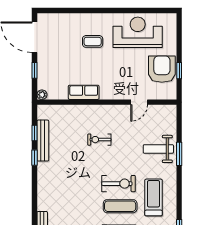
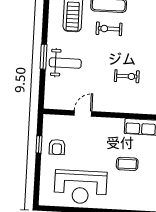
coffee table: (93, 41) -> (127, 164), moved
armchair: (162, 69) -> (57, 147), width x0.53, depth x0.53
exercise bike: (119, 184) -> (109, 29), width x0.73, depth x0.72

